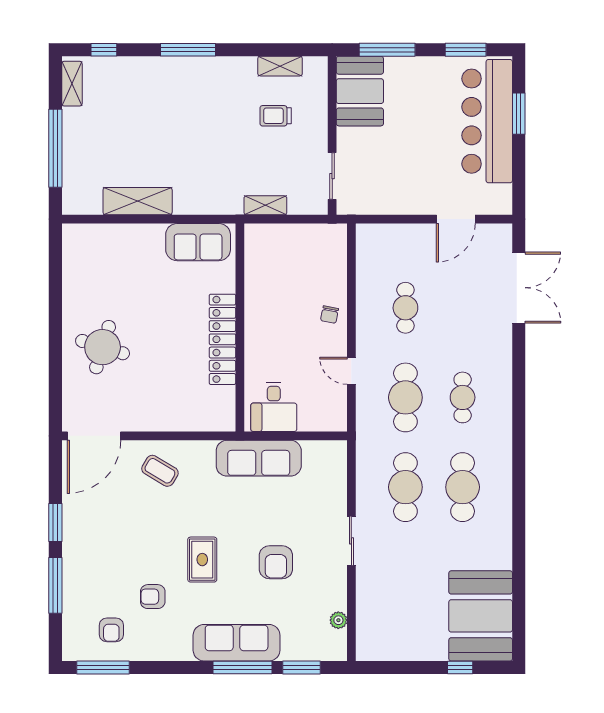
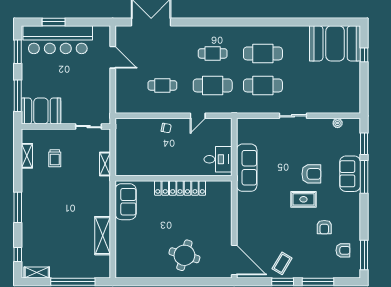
coffee table: (160, 471) -> (282, 263), moved
armchair: (276, 562) -> (311, 174), moved
sofa: (237, 643) -> (350, 174), width x0.73

